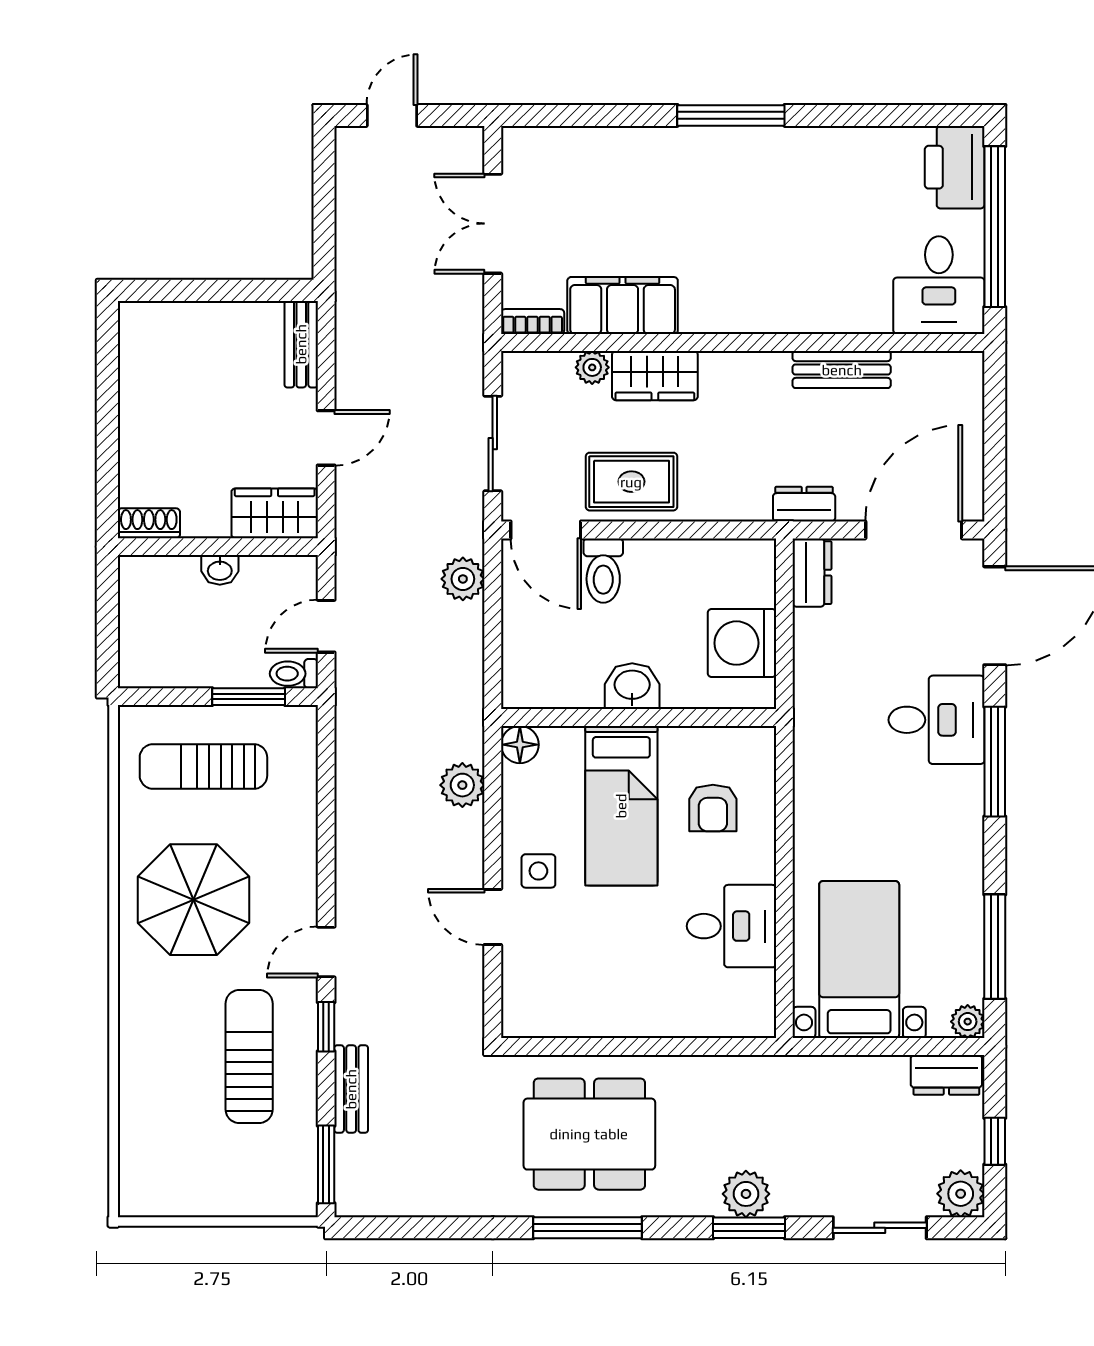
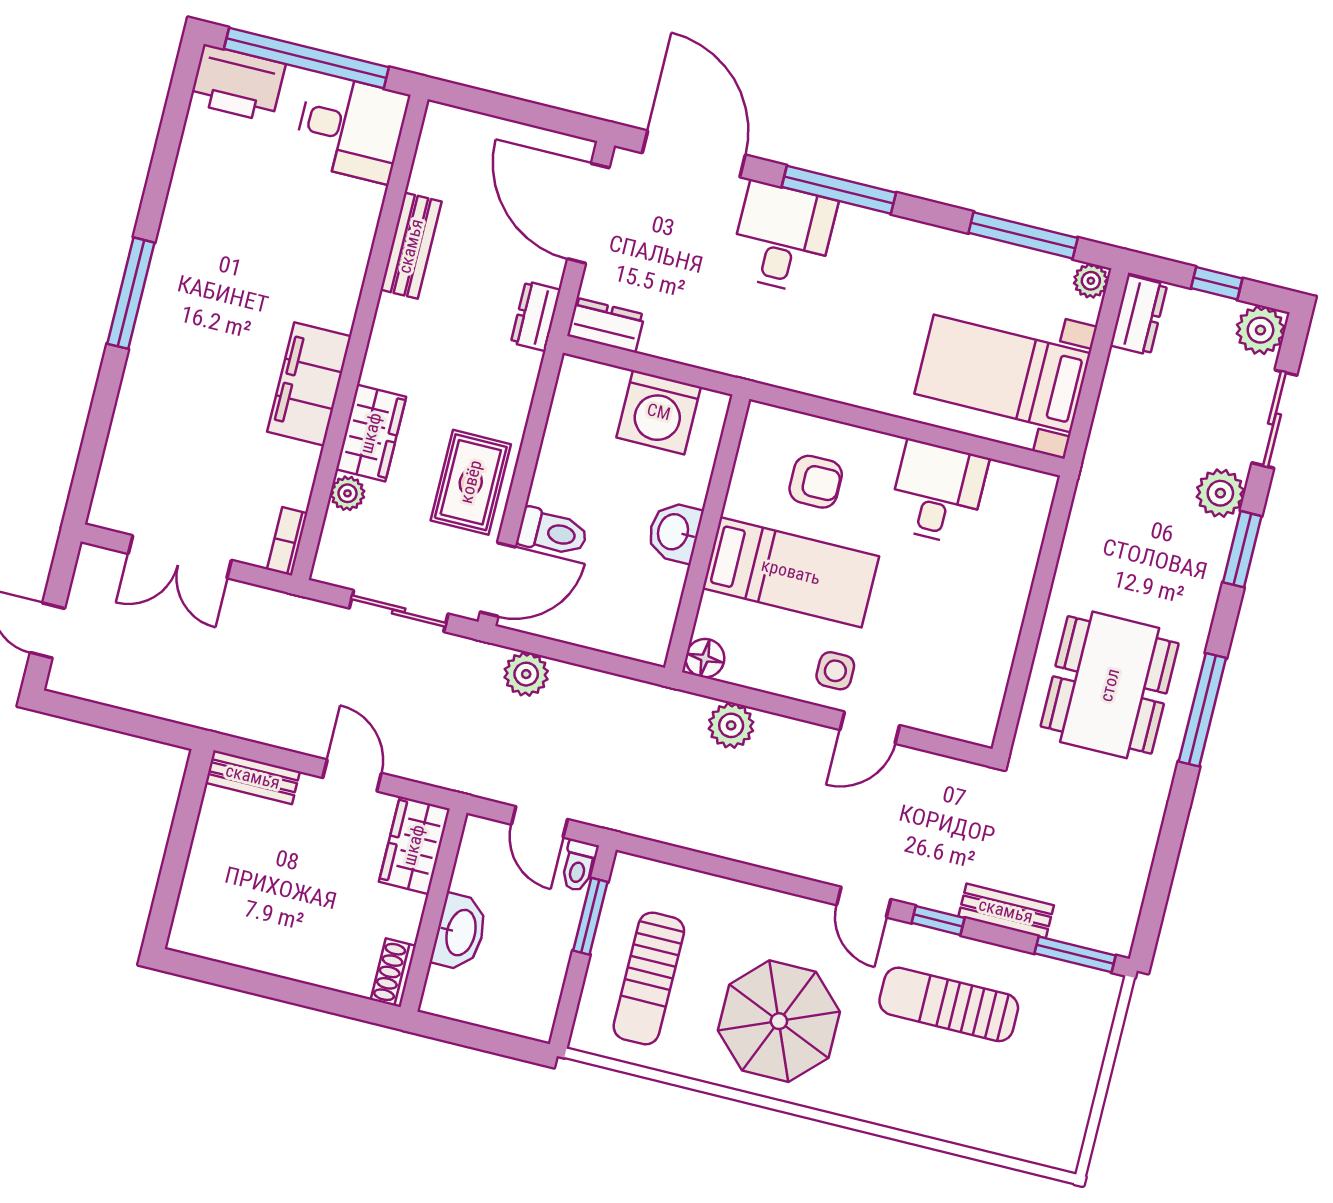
filing cabinet: (623, 306) -> (309, 384), moved
washbasin: (220, 570) -> (460, 932), width x1.91, depth x1.45
plant: (746, 1194) -> (1220, 493), moved

